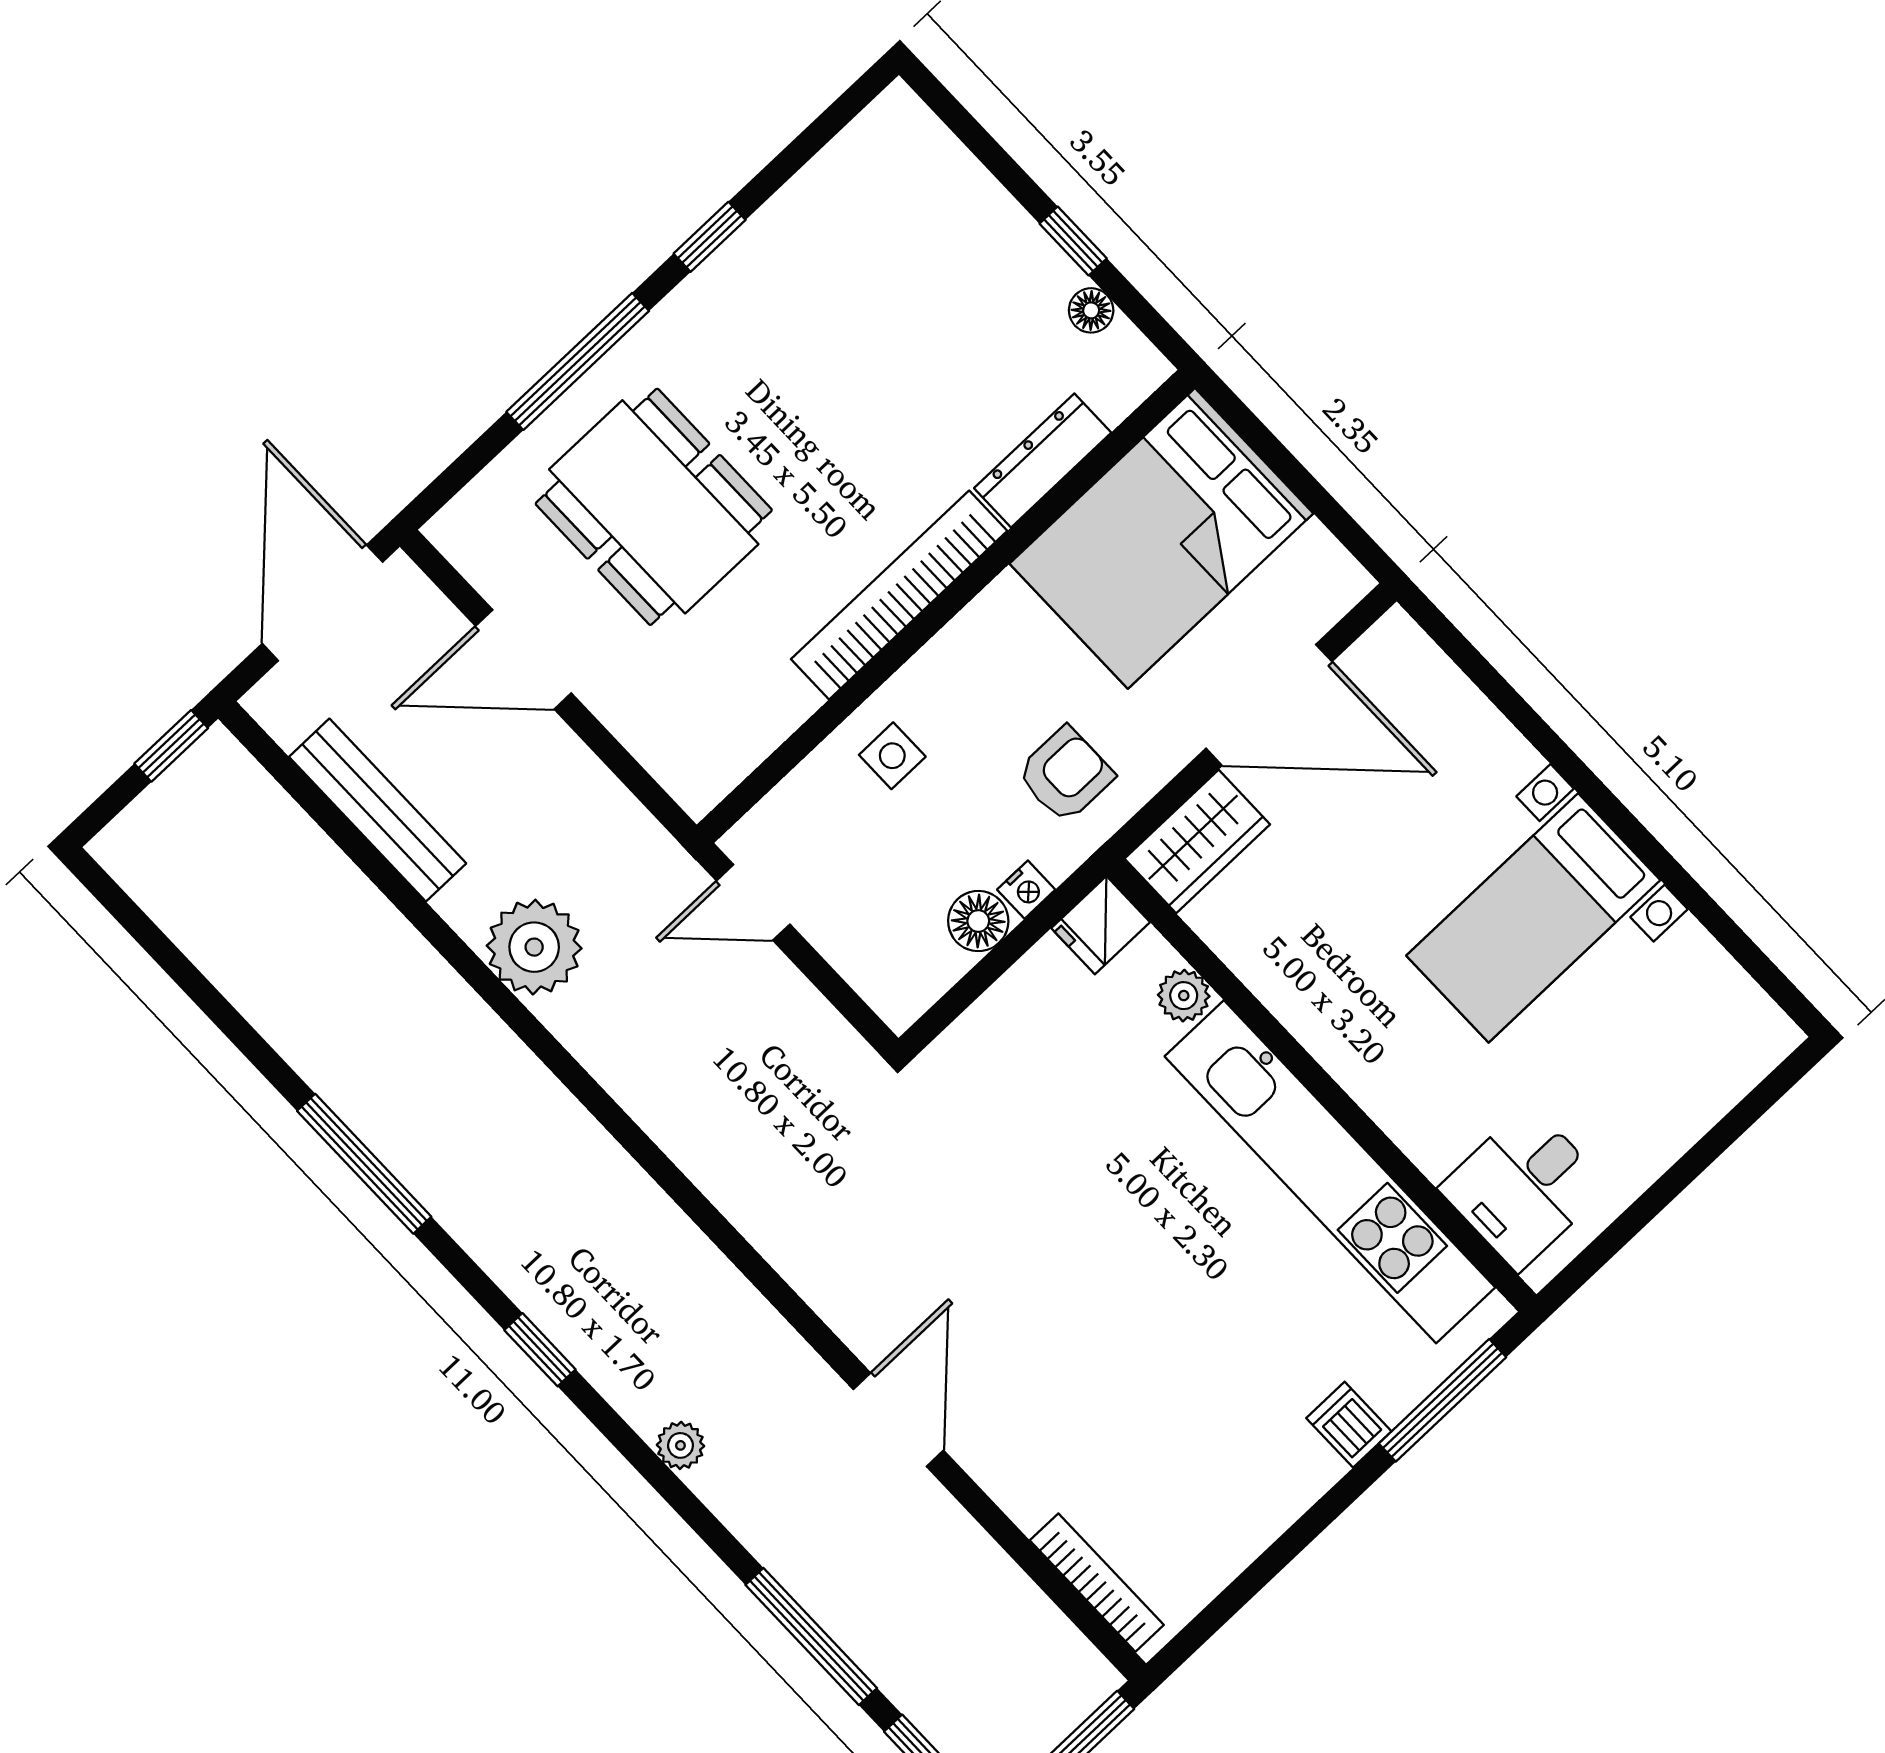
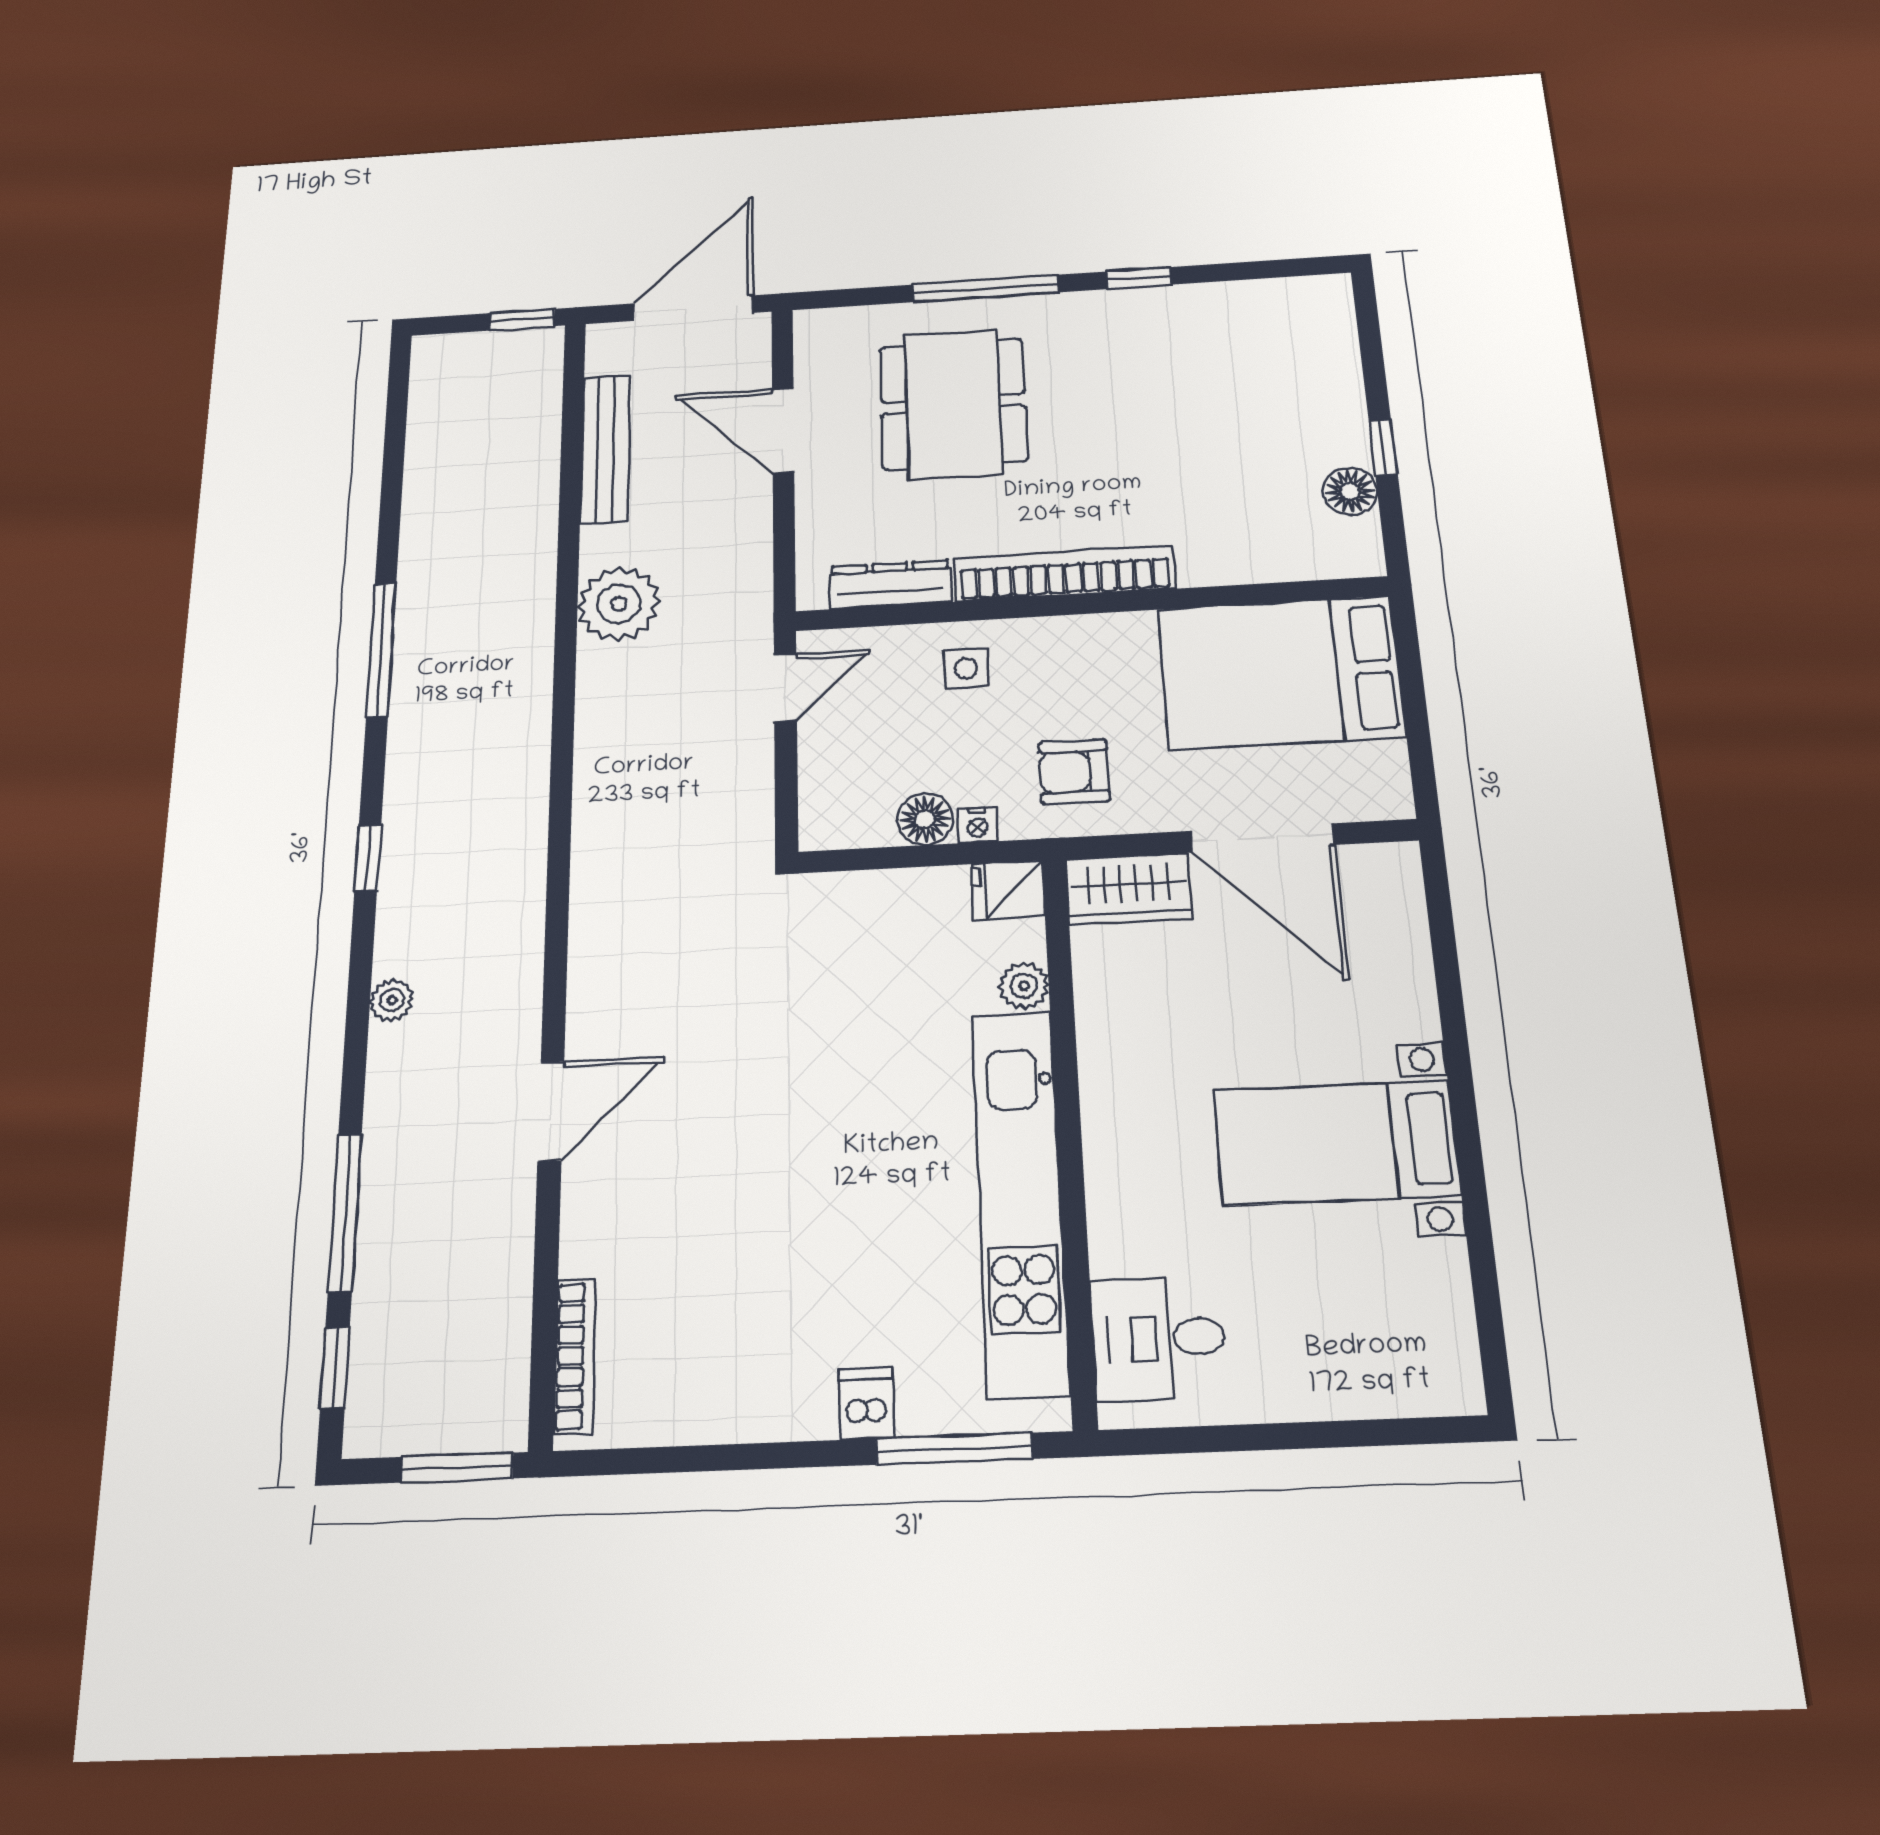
floor lamp: (1091, 310) -> (1350, 491), width x1.37, depth x1.37
dresser: (1043, 460) -> (890, 584), moved
armchair: (1065, 775) -> (1074, 772), turned 180
door: (753, 902) -> (785, 688), swing flipped

